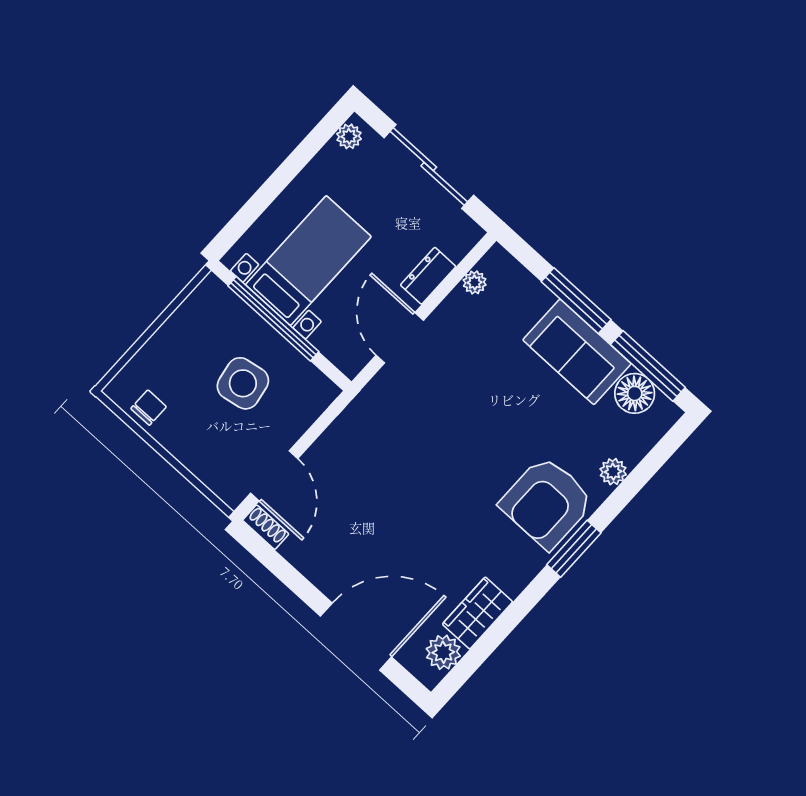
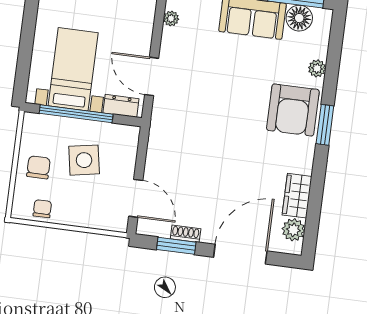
dresser: (428, 276) -> (121, 106), moved, turned 90
chair: (180, 353) -> (38, 167), added
shoe rack: (266, 527) -> (186, 234), moved
window: (283, 570) -> (176, 246), added

